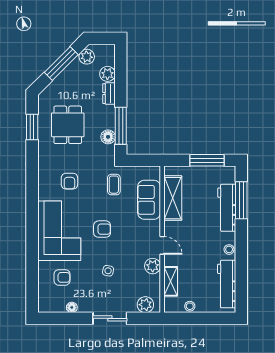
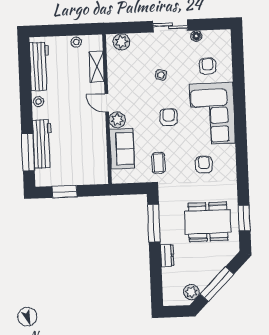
plant: (107, 74) -> (170, 275), removed
dining table: (68, 125) -> (208, 222), width x1.38
floor lamp: (108, 137) -> (166, 211), removed
window: (207, 160) -> (65, 192), width x0.69
shelving: (173, 198) -> (98, 152), removed
armchair: (102, 229) -> (169, 117), turned 90
plant: (153, 266) -> (117, 120), moved
armchair: (62, 277) -> (208, 66), turned 90
sliding door: (110, 318) -> (170, 26), moved

